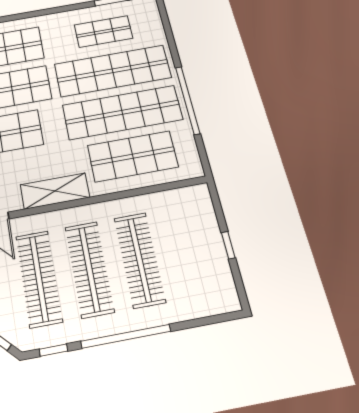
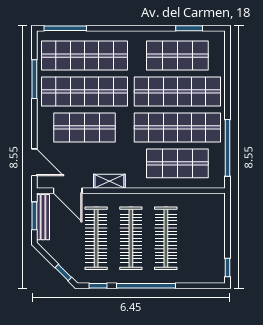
shop shelf: (103, 32) -> (177, 56), width x1.43, depth x1.36
window: (188, 100) -> (227, 148), moved
shelving: (55, 191) -> (109, 181), width x0.67, depth x0.75
window: (228, 245) -> (227, 267), moved

